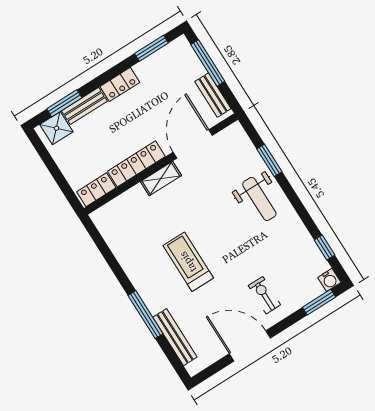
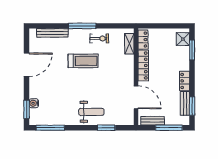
bench: (84, 106) -> (185, 103), moved
shelving: (161, 179) -> (129, 44), moved
weight bench: (259, 199) -> (91, 112), turned 180
window: (324, 247) -> (50, 128), width x2.17
water cooler: (329, 280) -> (34, 103), moved
exercise bike: (264, 295) -> (99, 39), moved
window: (146, 315) -> (82, 26), moved

